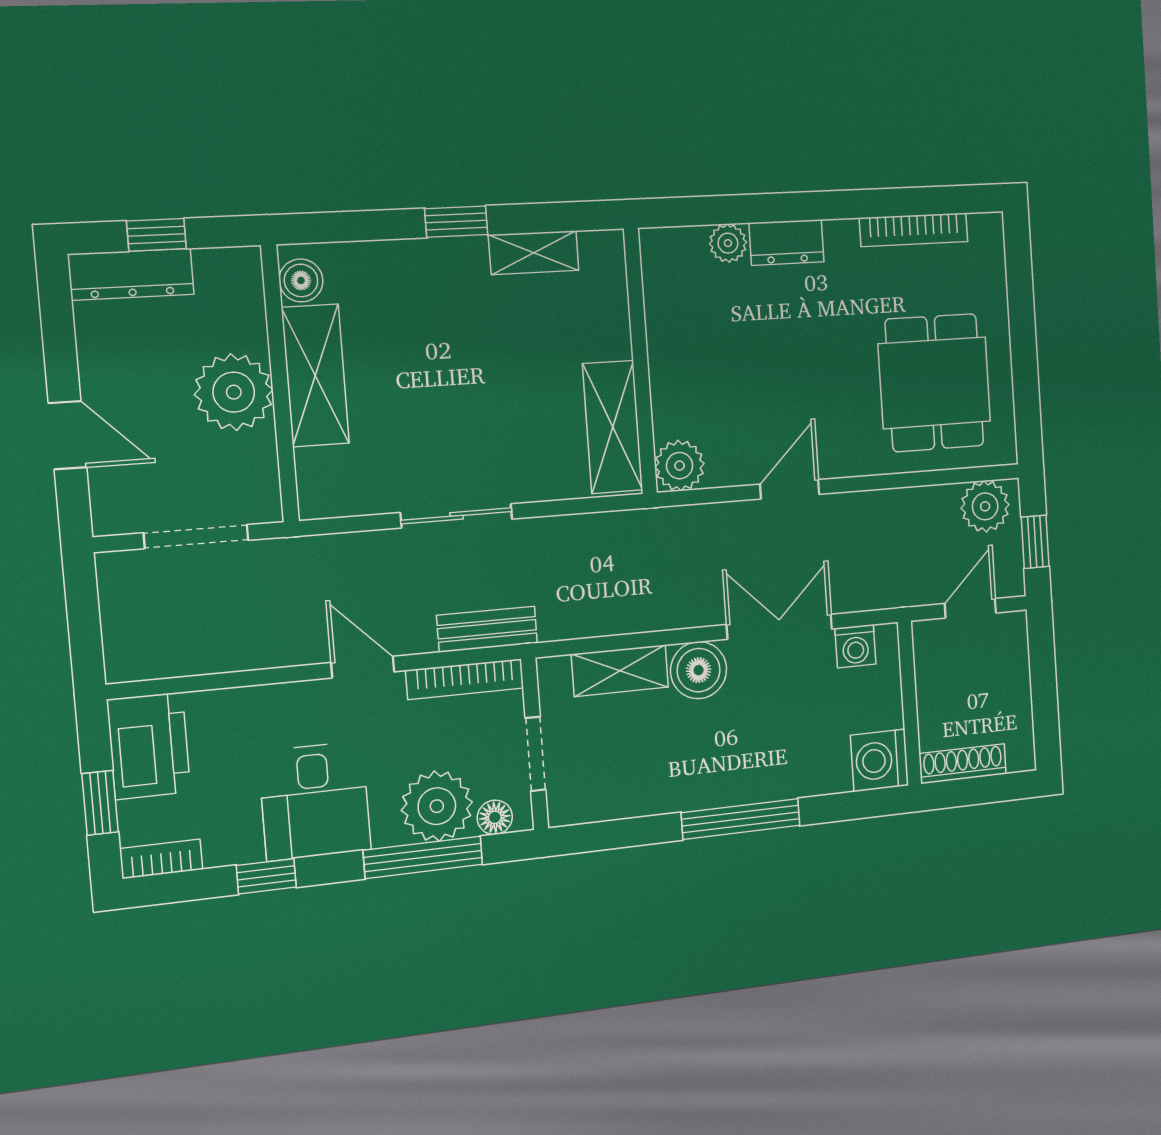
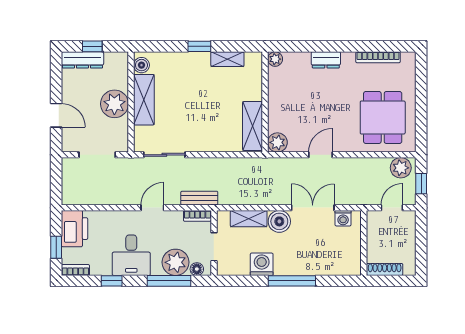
plant: (728, 243) -> (275, 59), moved
sliding door: (456, 516) -> (164, 155), moved
door: (363, 667) -> (152, 208), hinge flipped
bookcase: (465, 679) -> (197, 216), width x0.64
washing machine: (879, 760) -> (262, 264), moved, turned 90

